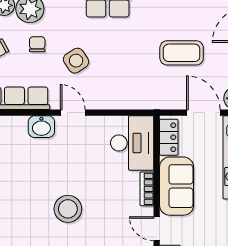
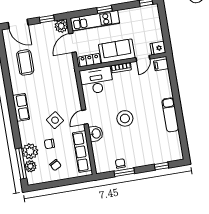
coffee table: (182, 53) -> (25, 62), moved
stool: (68, 209) -> (125, 118), moved

